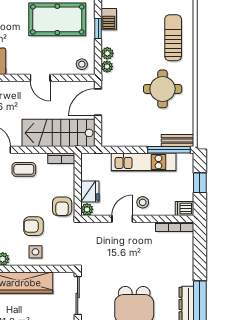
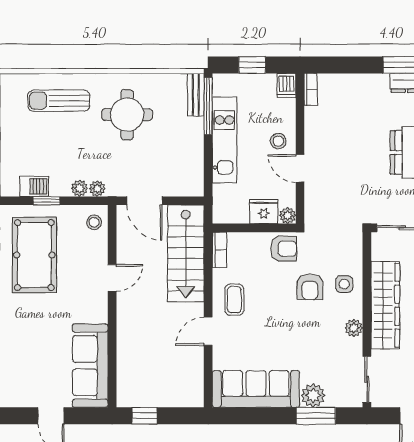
bookcase: (175, 227) -> (311, 89), width x0.64

